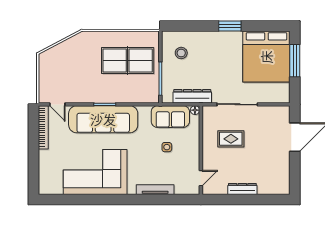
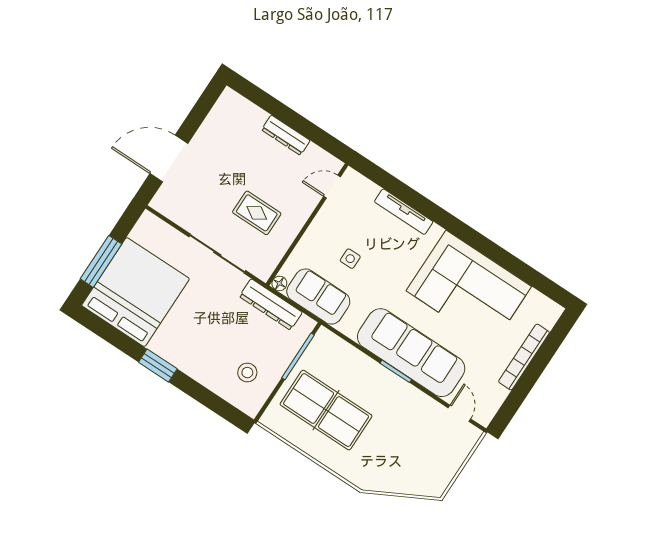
bookcase: (43, 127) -> (524, 357), moved

